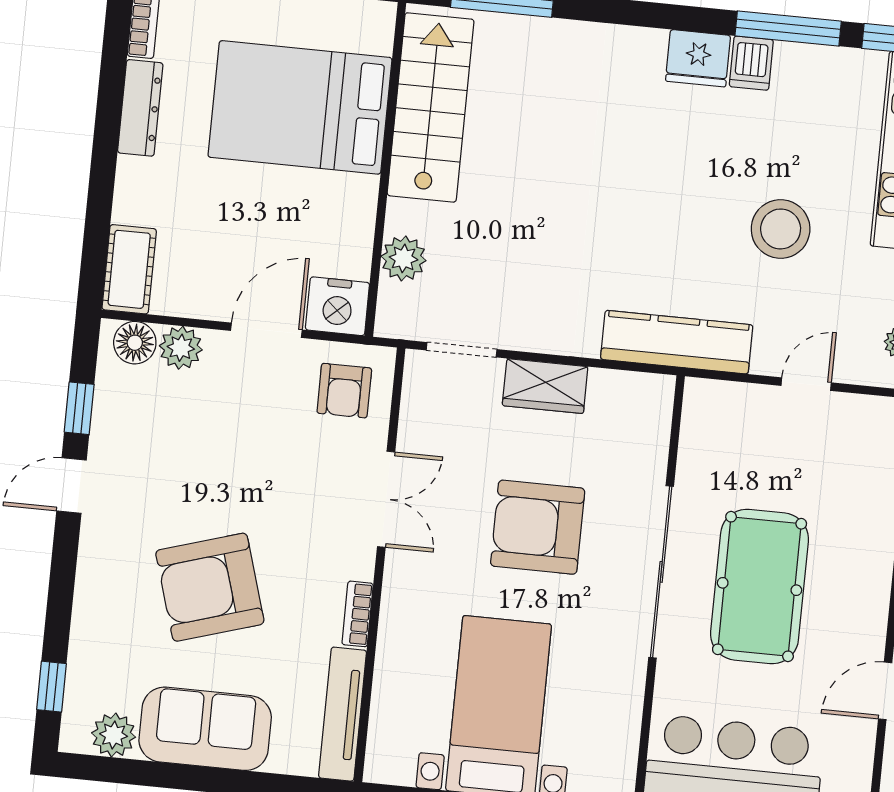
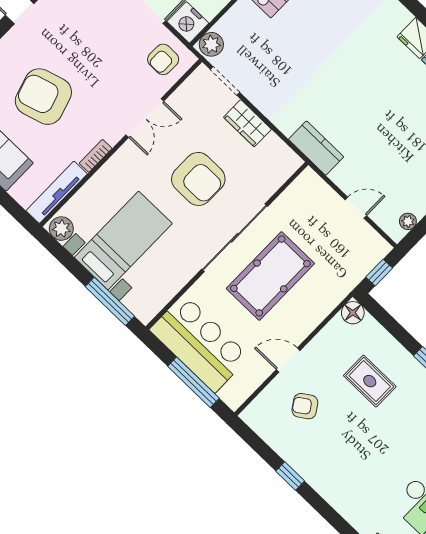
stool: (781, 229) -> (396, 135), removed
plant: (404, 258) -> (211, 44), moved
kitchen counter: (677, 342) -> (316, 148), width x0.67
armchair: (538, 527) -> (198, 179), turned 180
plant: (392, 763) -> (61, 229), added

